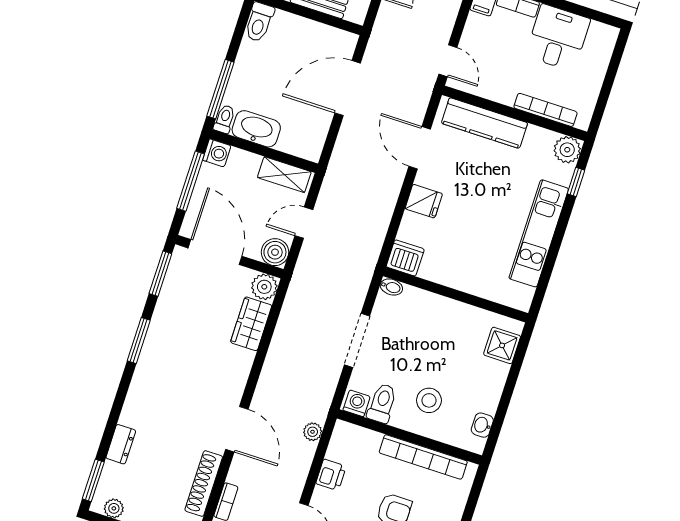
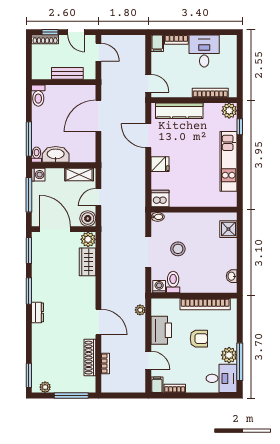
stool: (429, 400) -> (178, 249), moved
dresser: (121, 444) -> (38, 312), moved
printer: (331, 475) -> (161, 330), width x1.87, depth x1.48

